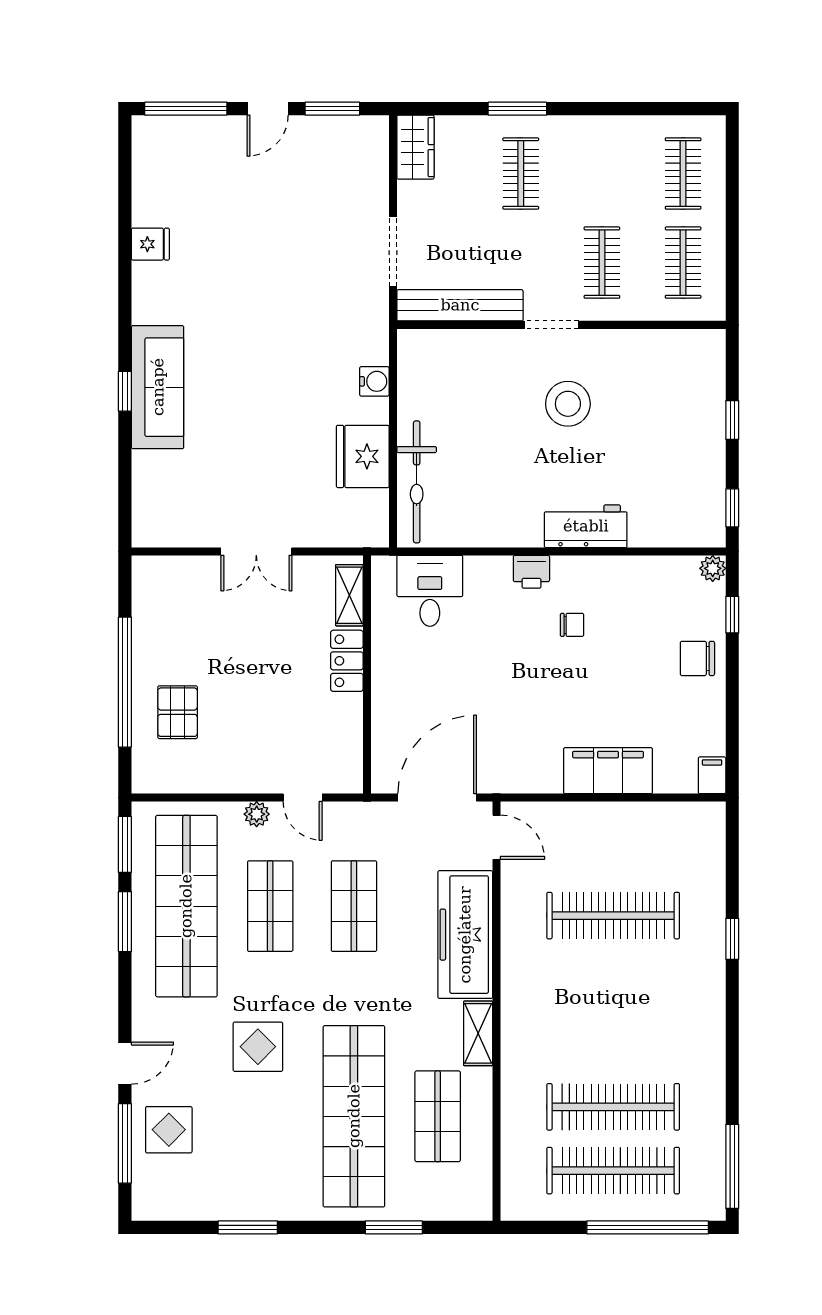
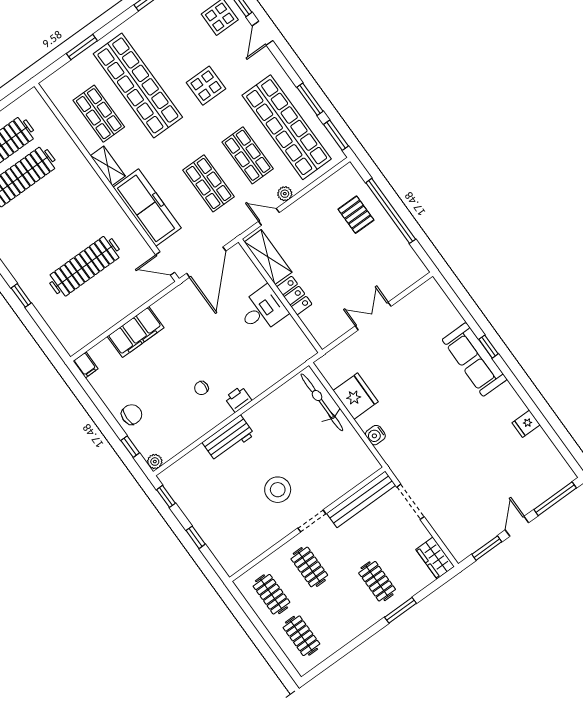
desk: (430, 591) -> (262, 310), moved, turned -90
shelving: (349, 595) -> (268, 257), moved, width x1.50, depth x1.33

